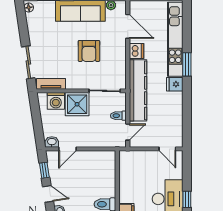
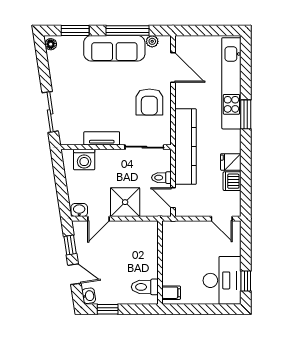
armchair: (89, 51) -> (149, 102), moved
dishwasher: (137, 51) -> (232, 181), moved, turned 180
tv unit: (51, 84) -> (102, 138), moved
fridge: (175, 84) -> (231, 162), moved
shower: (77, 104) -> (125, 202), moved
door: (128, 132) -> (173, 198), swing flipped

